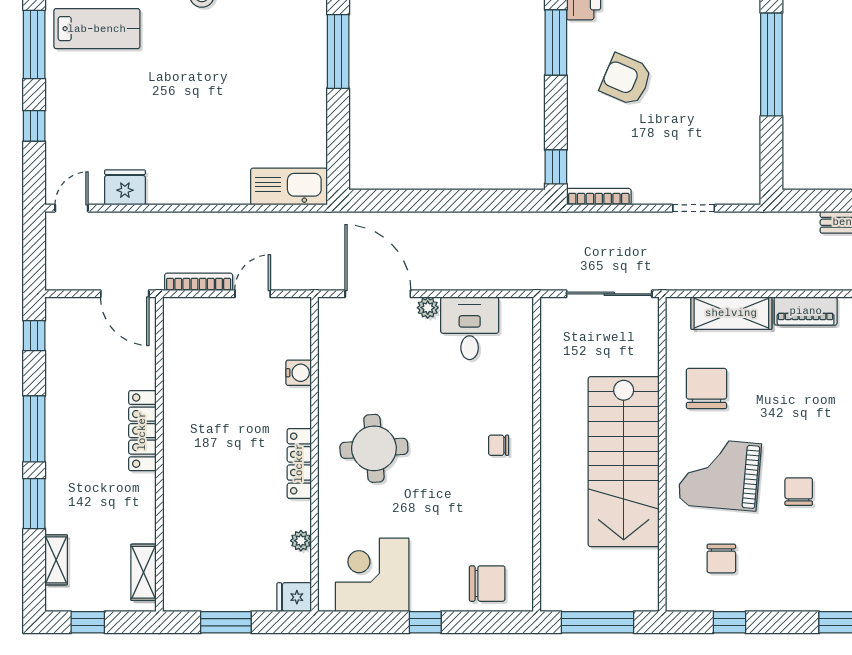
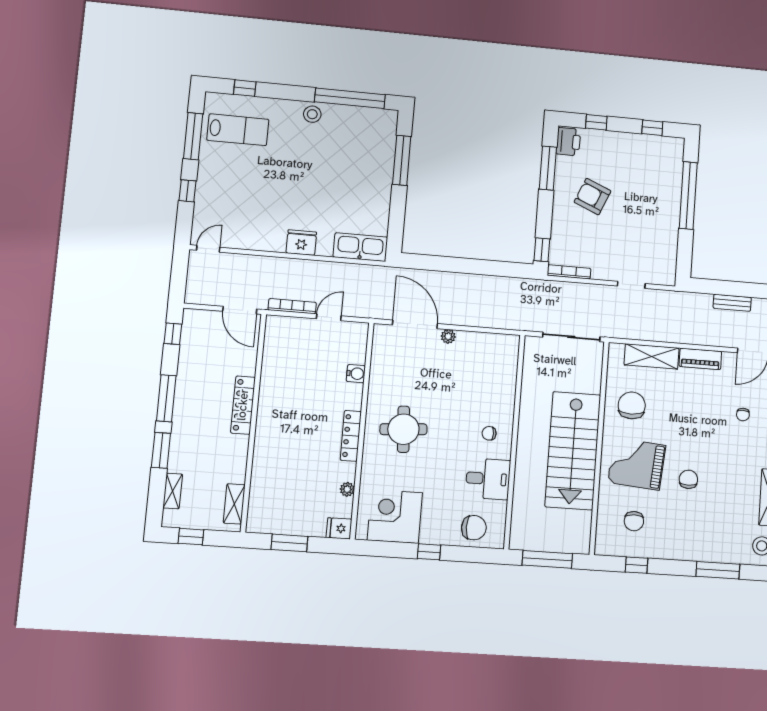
fridge: (125, 187) -> (301, 243), moved
desk: (470, 328) -> (488, 479), moved, turned 90

